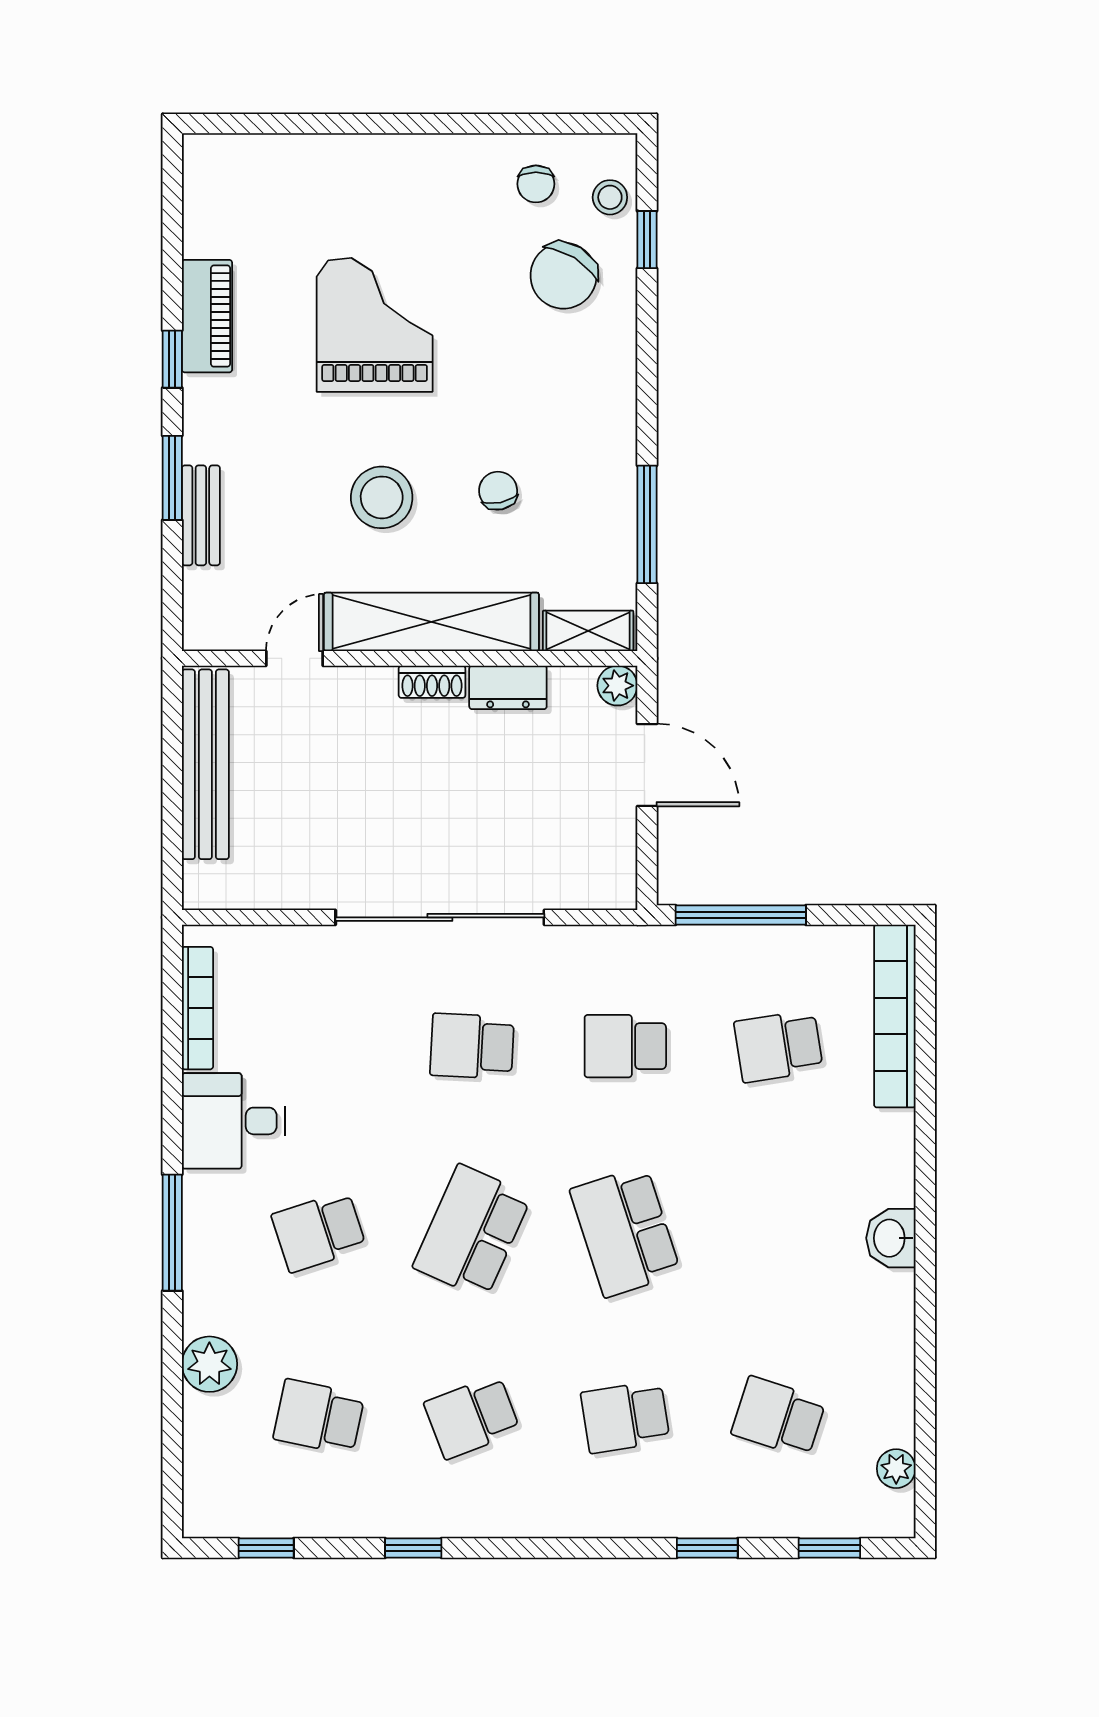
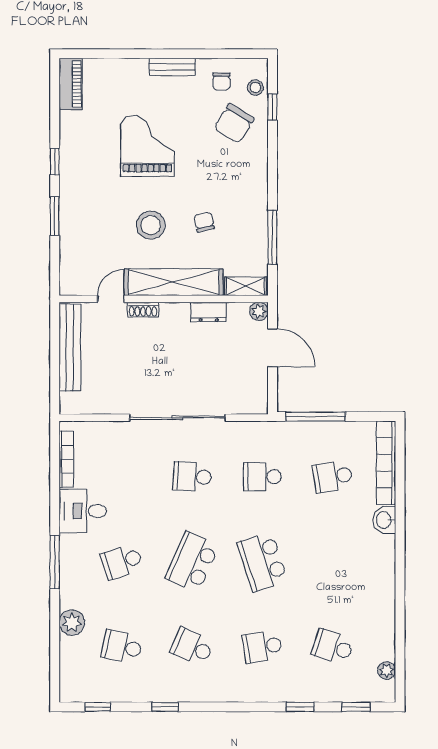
piano: (207, 316) -> (71, 84), moved
bench: (201, 515) -> (172, 67), moved, turned 90
shoe rack: (432, 682) -> (143, 310), moved
washbasin: (891, 1238) -> (384, 520), moved
school desk: (472, 1417) -> (192, 647), turned 45

